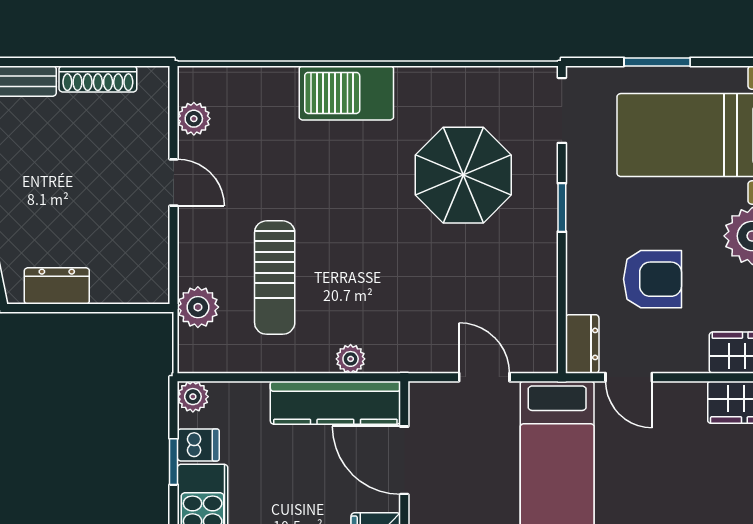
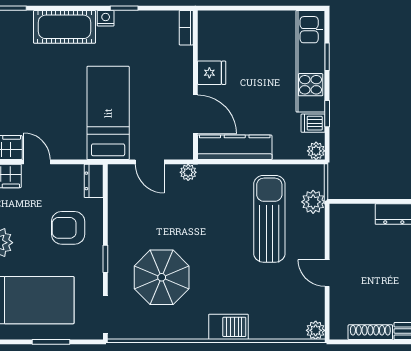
barbecue: (346, 93) -> (228, 327), width x0.73, depth x0.83
plant: (194, 119) -> (316, 330), moved
sun lounger: (275, 278) -> (269, 219), width x1.36, depth x1.34
armchair: (652, 279) -> (68, 228), moved
plant: (351, 359) -> (188, 172), moved
door: (629, 377) -> (37, 162), moved

